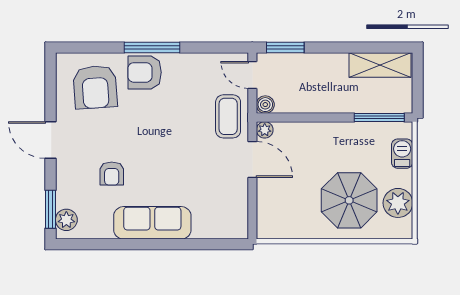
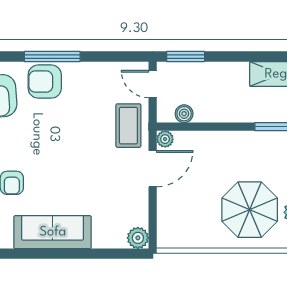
boiler: (265, 105) -> (184, 114), moved
door: (252, 159) -> (153, 169), hinge flipped
plant: (238, 229) -> (138, 238), added

